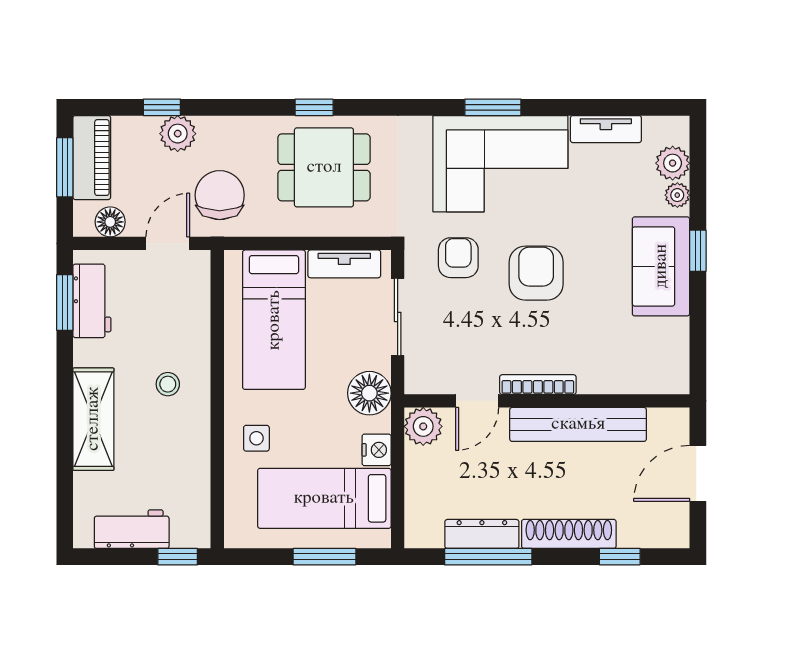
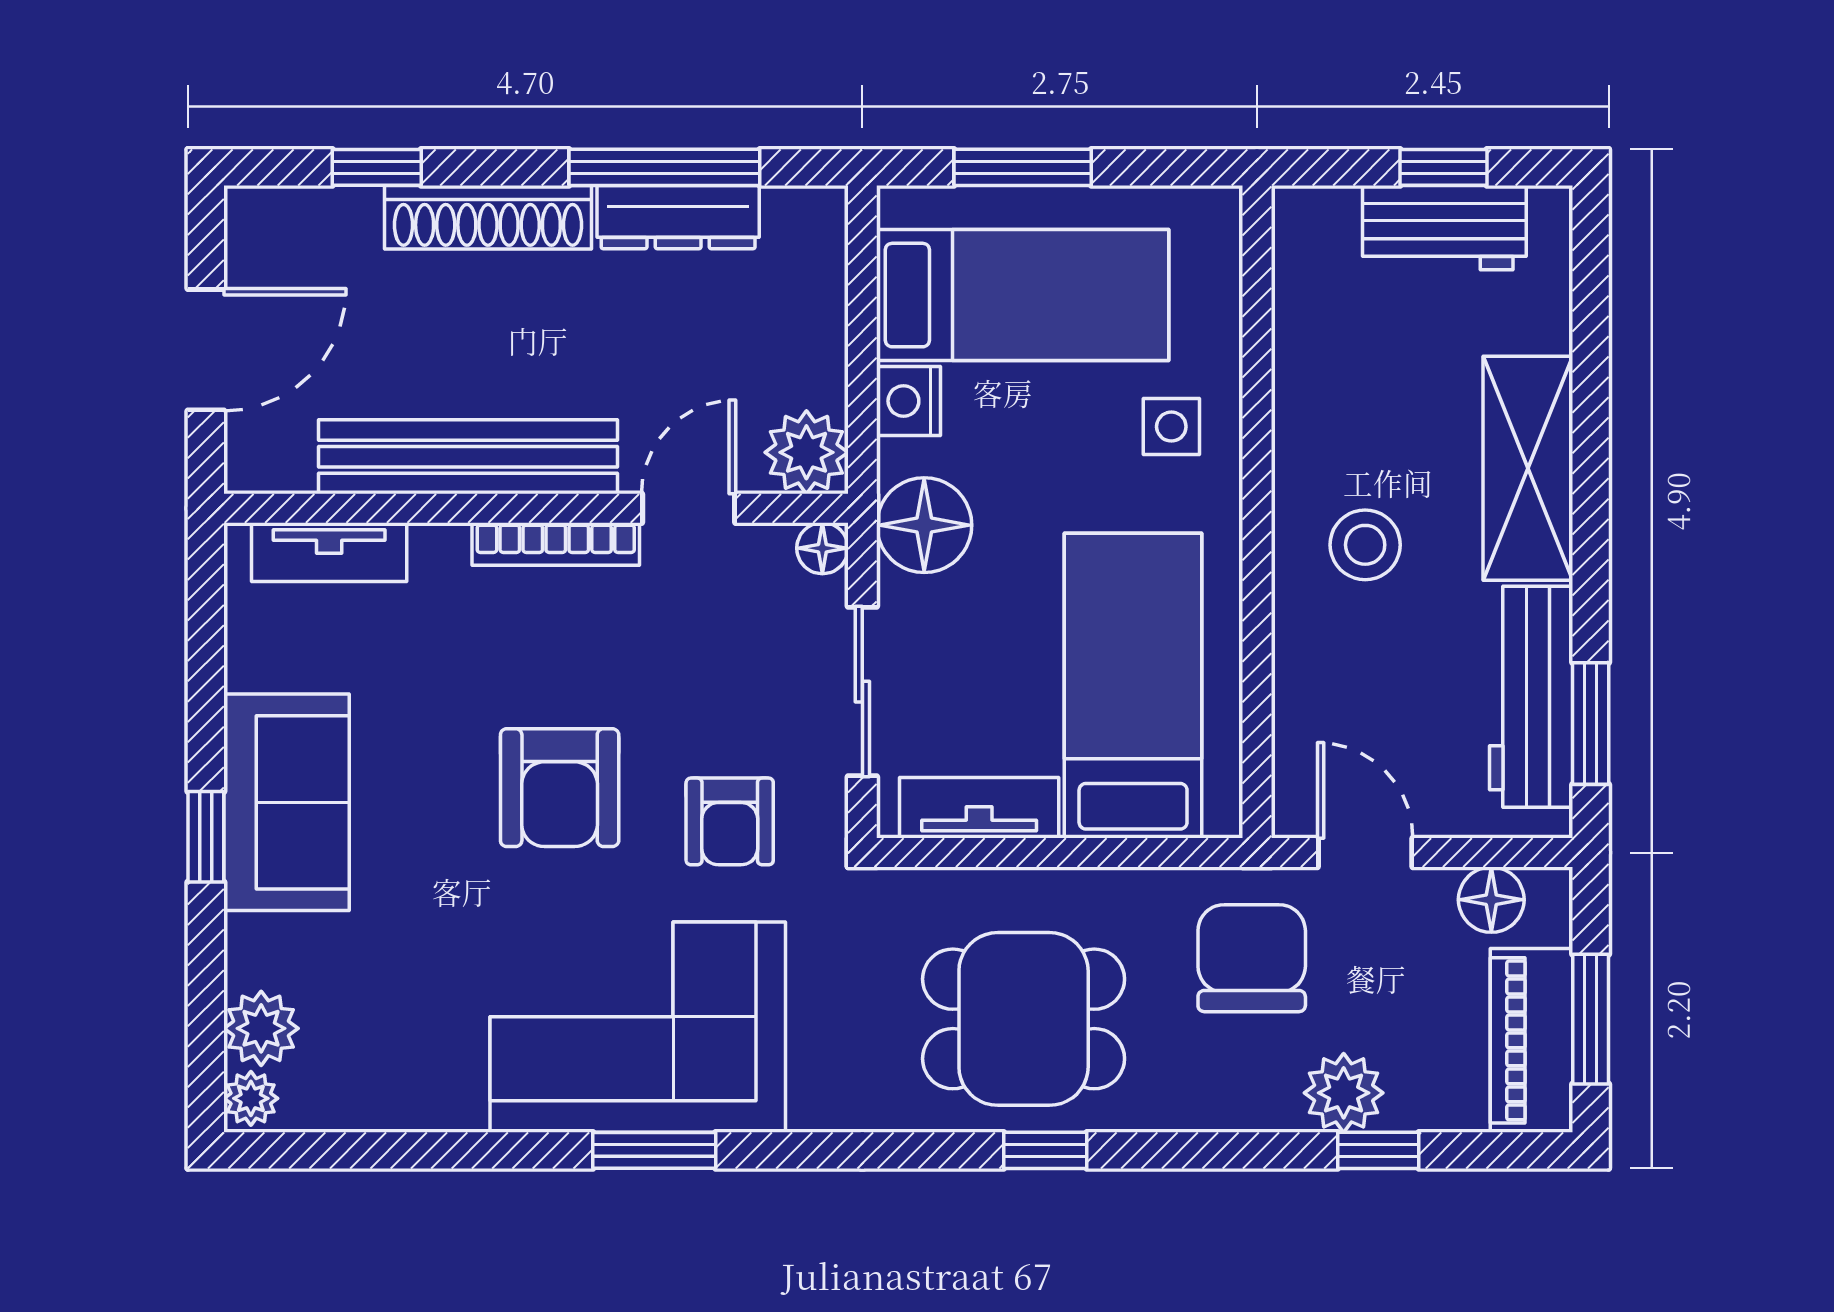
tv unit: (606, 129) -> (329, 552), moved, turned 180
chair: (220, 195) -> (1252, 958), turned 180
plant: (677, 195) -> (251, 1098), moved
door: (168, 243) -> (1365, 853), swing flipped
workbench: (92, 301) -> (1531, 697), width x1.38
floor lamp: (416, 383) -> (822, 548), added
stool: (168, 384) -> (1365, 545), width x1.37, depth x1.37
window: (178, 557) -> (1444, 167), moved

